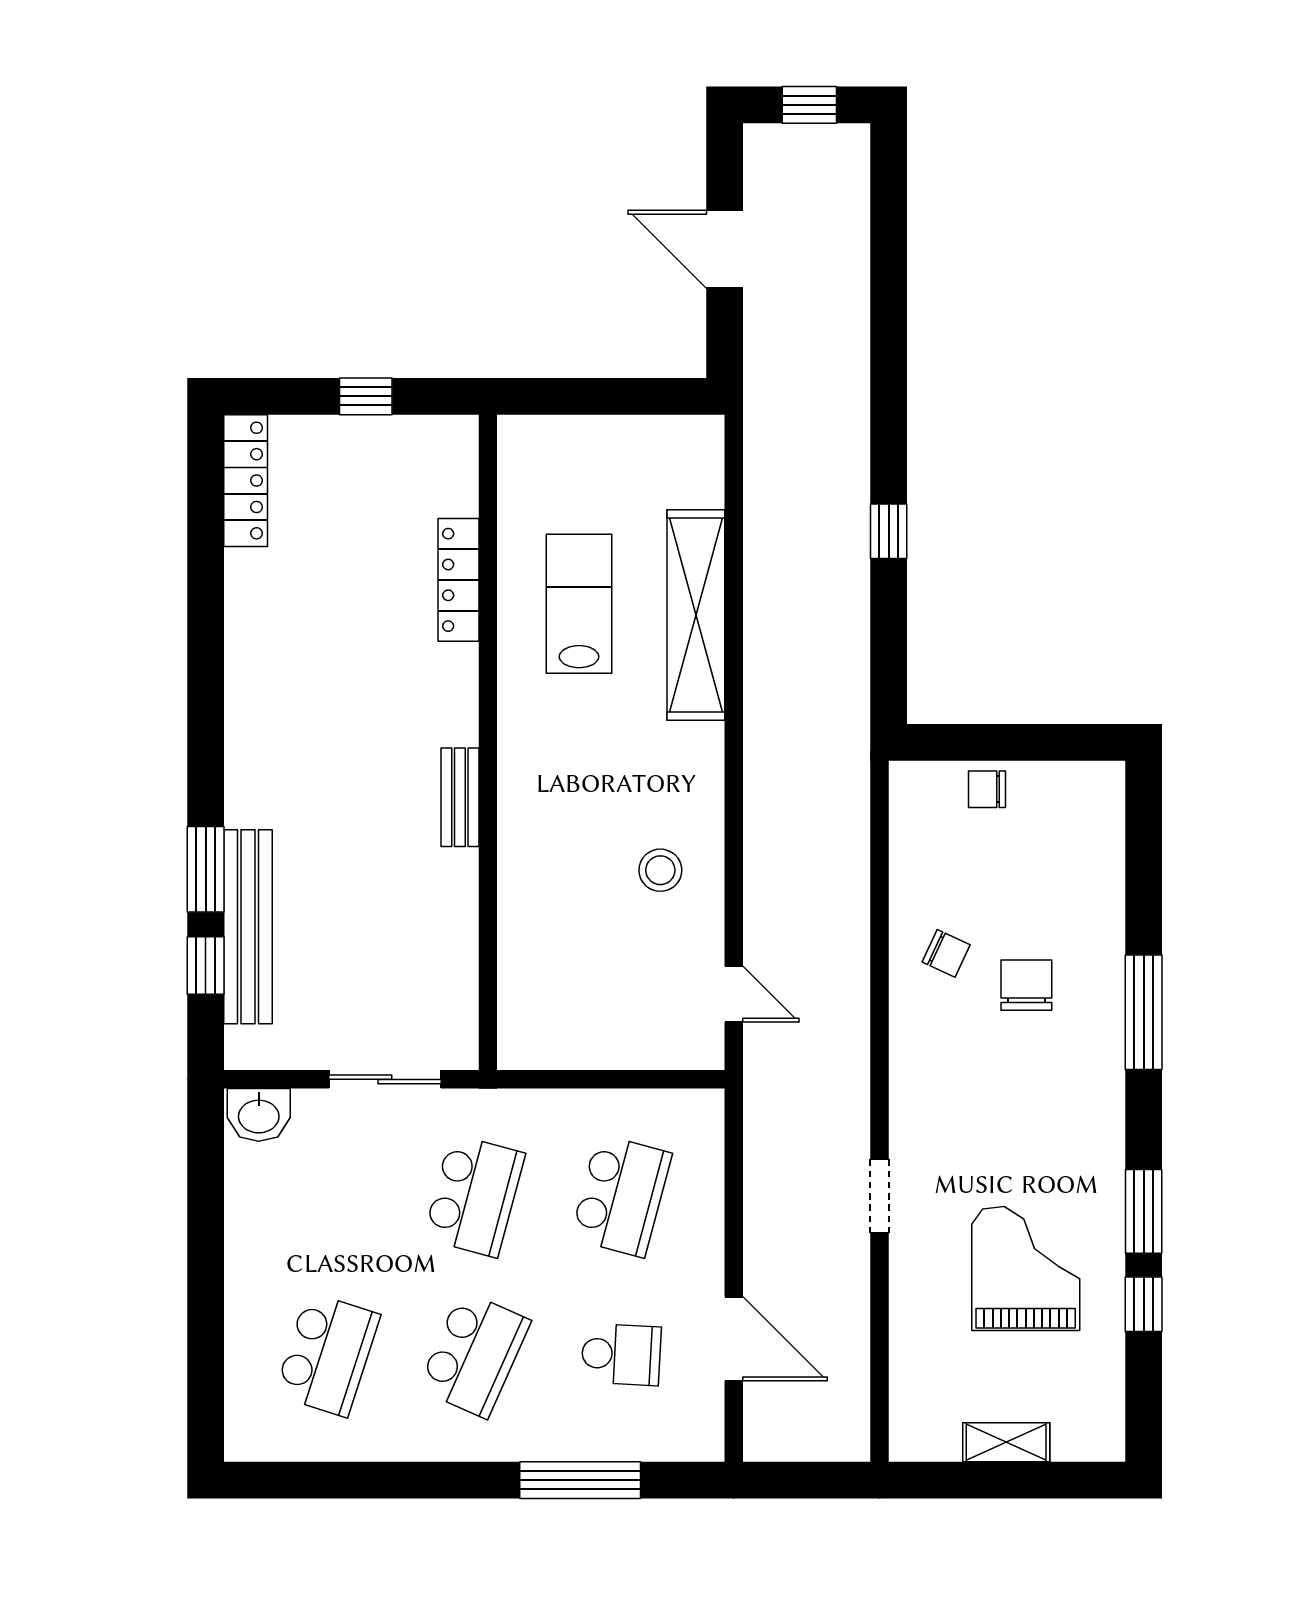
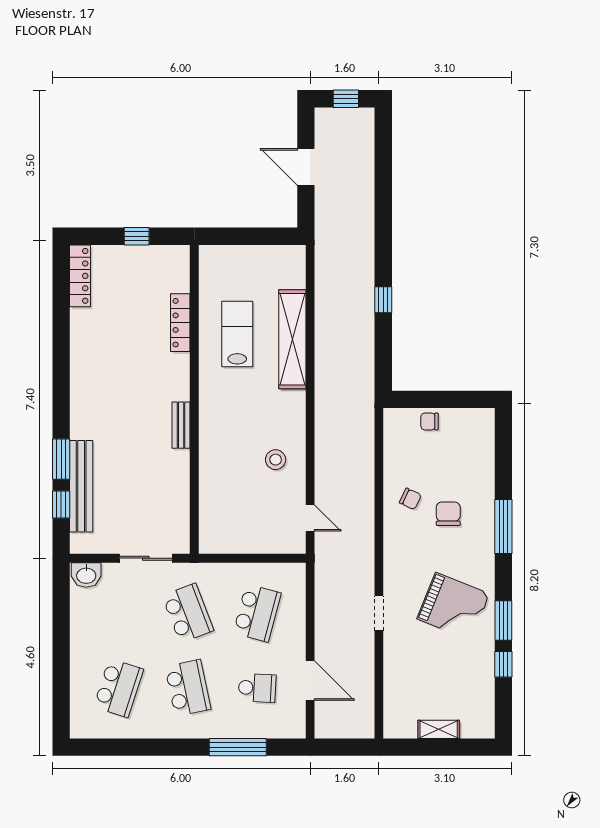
school desk: (474, 1196) -> (188, 613), turned -36
grand piano: (1026, 1269) -> (453, 606), moved, turned 112
school desk: (474, 1354) -> (188, 688), turned -36

